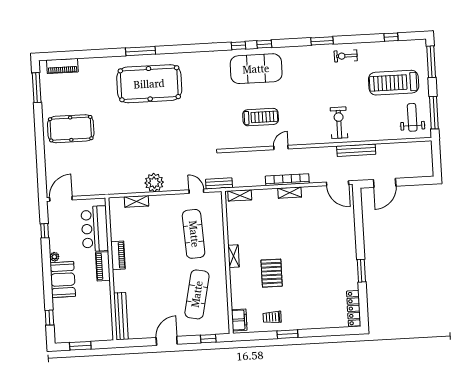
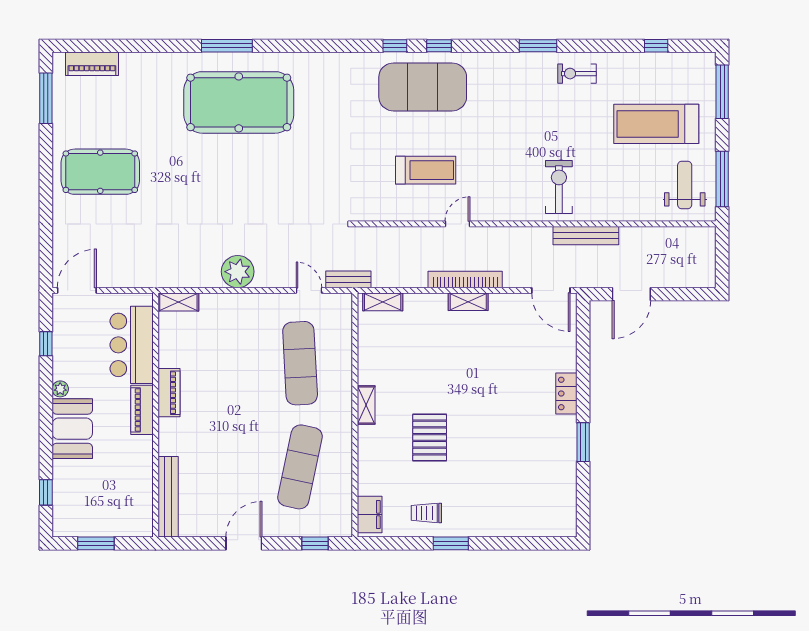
shelving: (136, 201) -> (178, 302), moved
locker: (354, 308) -> (566, 393), moved, width x0.66

